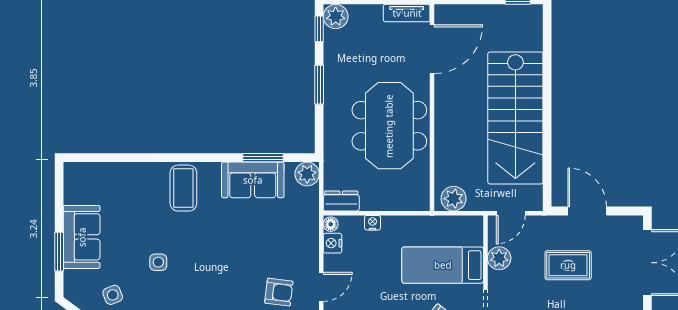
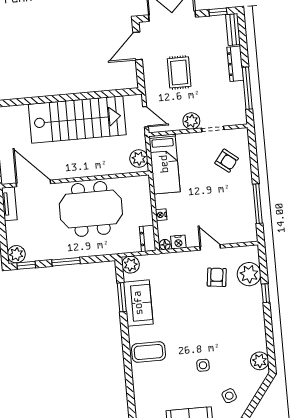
door: (587, 211) -> (138, 46), moved
plant: (499, 258) -> (191, 121), moved
bed: (443, 265) -> (164, 164), moved

